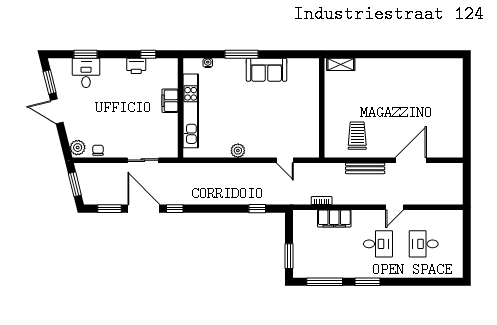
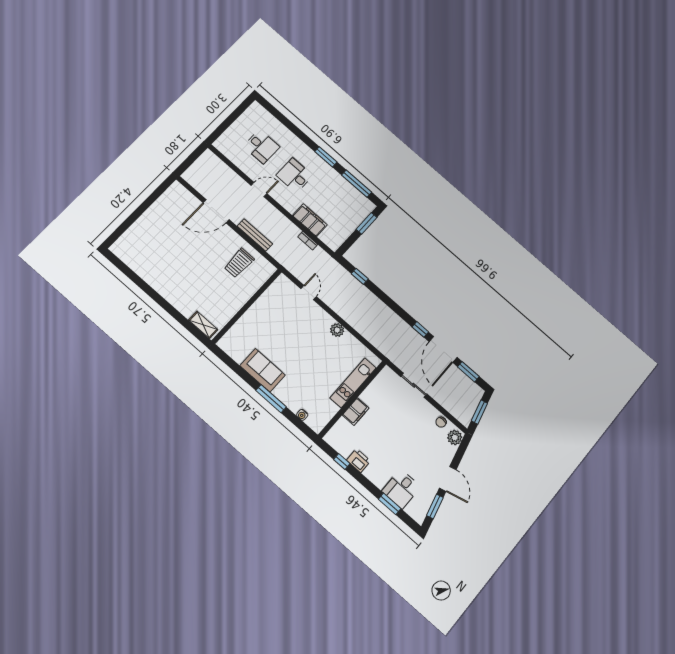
kitchen unit: (191, 111) -> (353, 383), width x0.73

